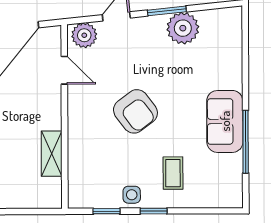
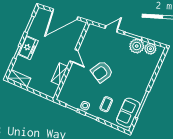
plant: (84, 35) -> (150, 49), moved
door: (64, 70) -> (74, 56), moved
armchair: (135, 111) -> (102, 72), turned 67
sofa: (225, 121) -> (128, 113), moved

